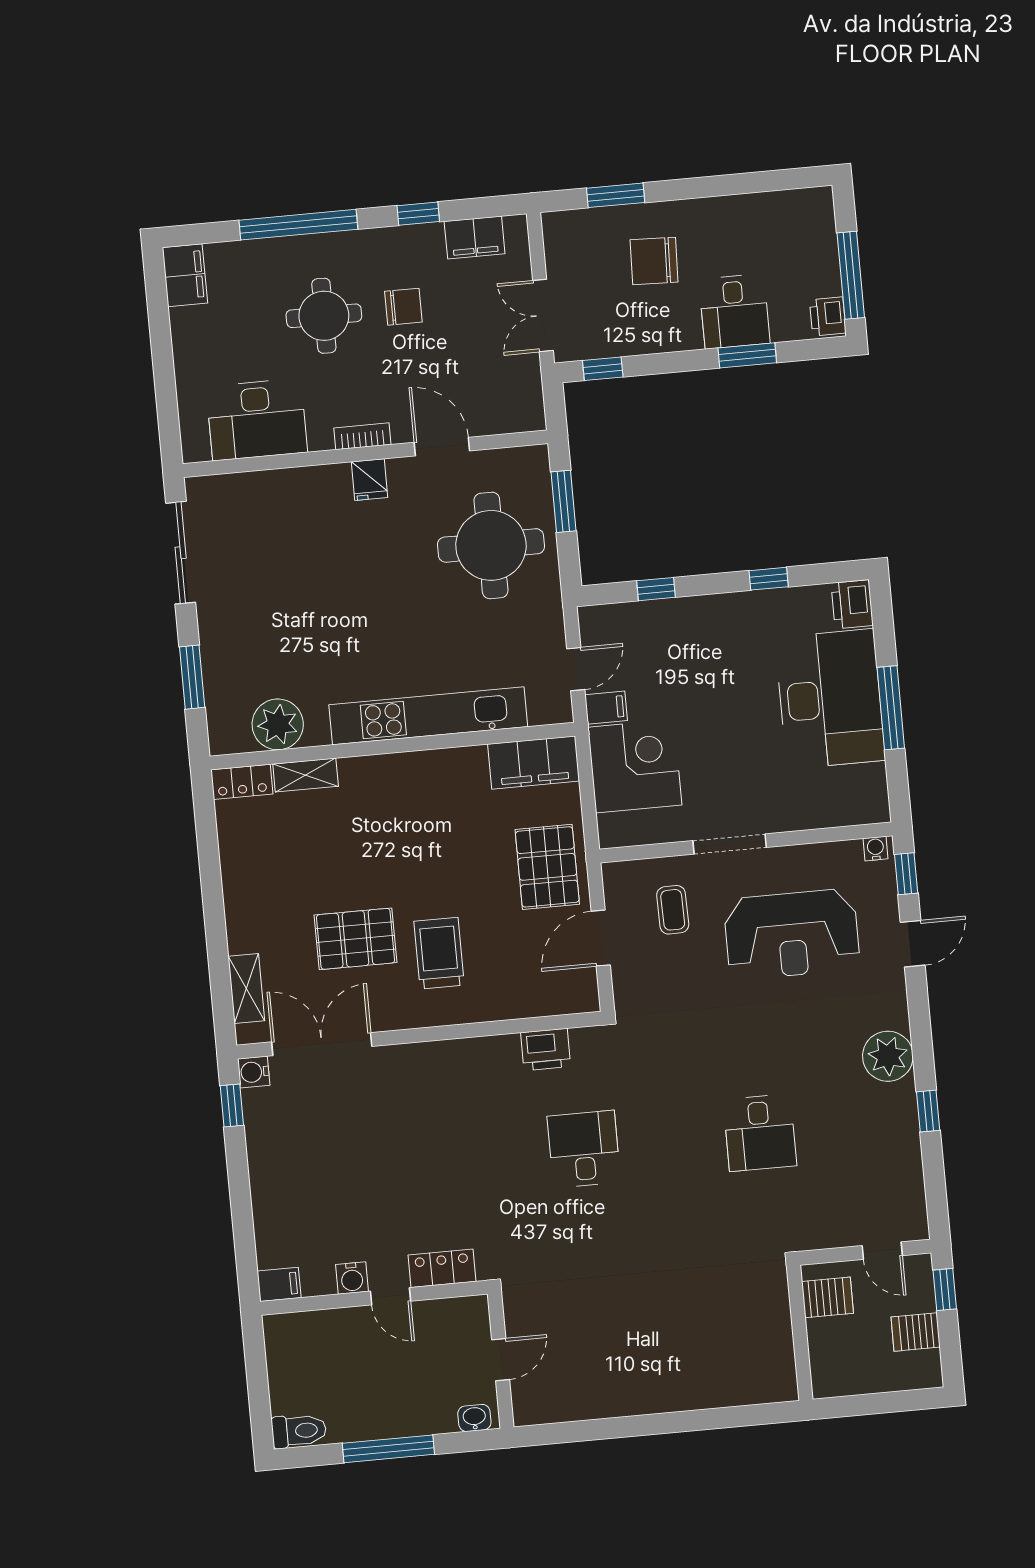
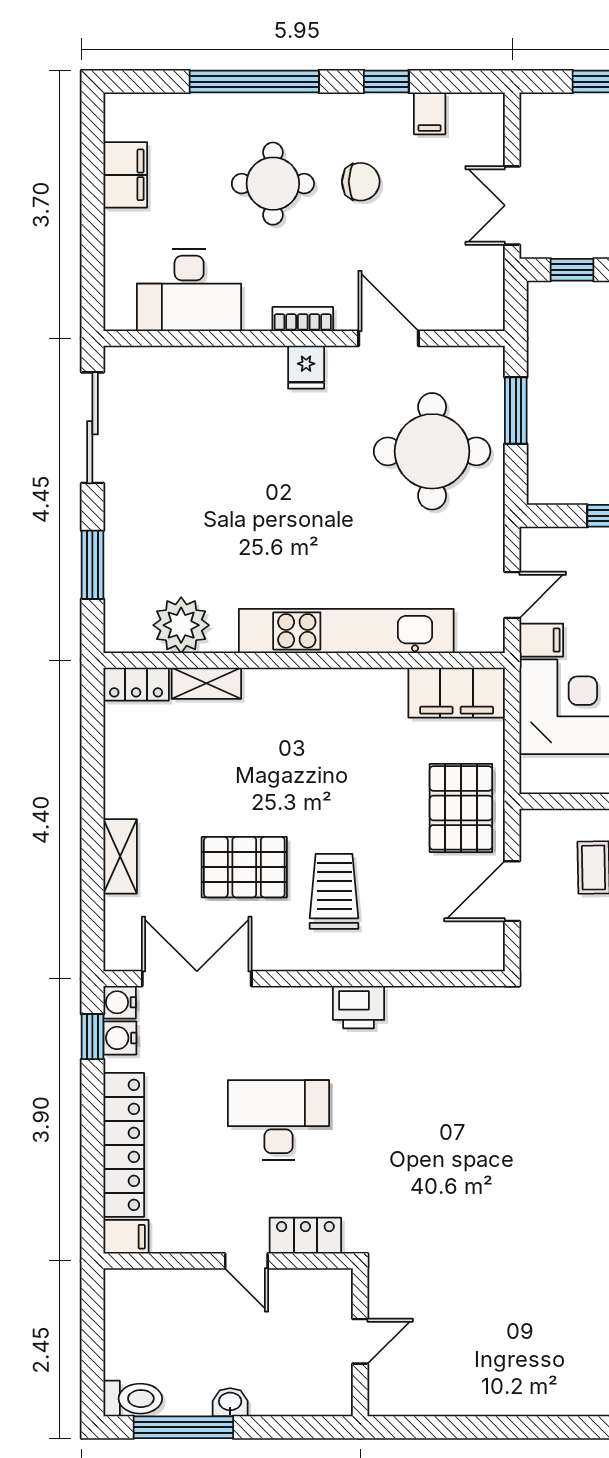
filing cabinet: (475, 237) -> (430, 113), width x0.50
filing cabinet: (185, 275) -> (125, 175), moved
shelving: (246, 989) -> (120, 856), moved
printer: (546, 1049) -> (359, 1007), moved
desk: (584, 1149) -> (278, 1120), moved, width x1.37
locker: (269, 1201) -> (124, 1145), added
water cooler: (352, 1278) -> (120, 1038), moved, turned 90
washbasin: (474, 1418) -> (230, 1402), moved
window: (388, 1449) -> (183, 1427), moved

